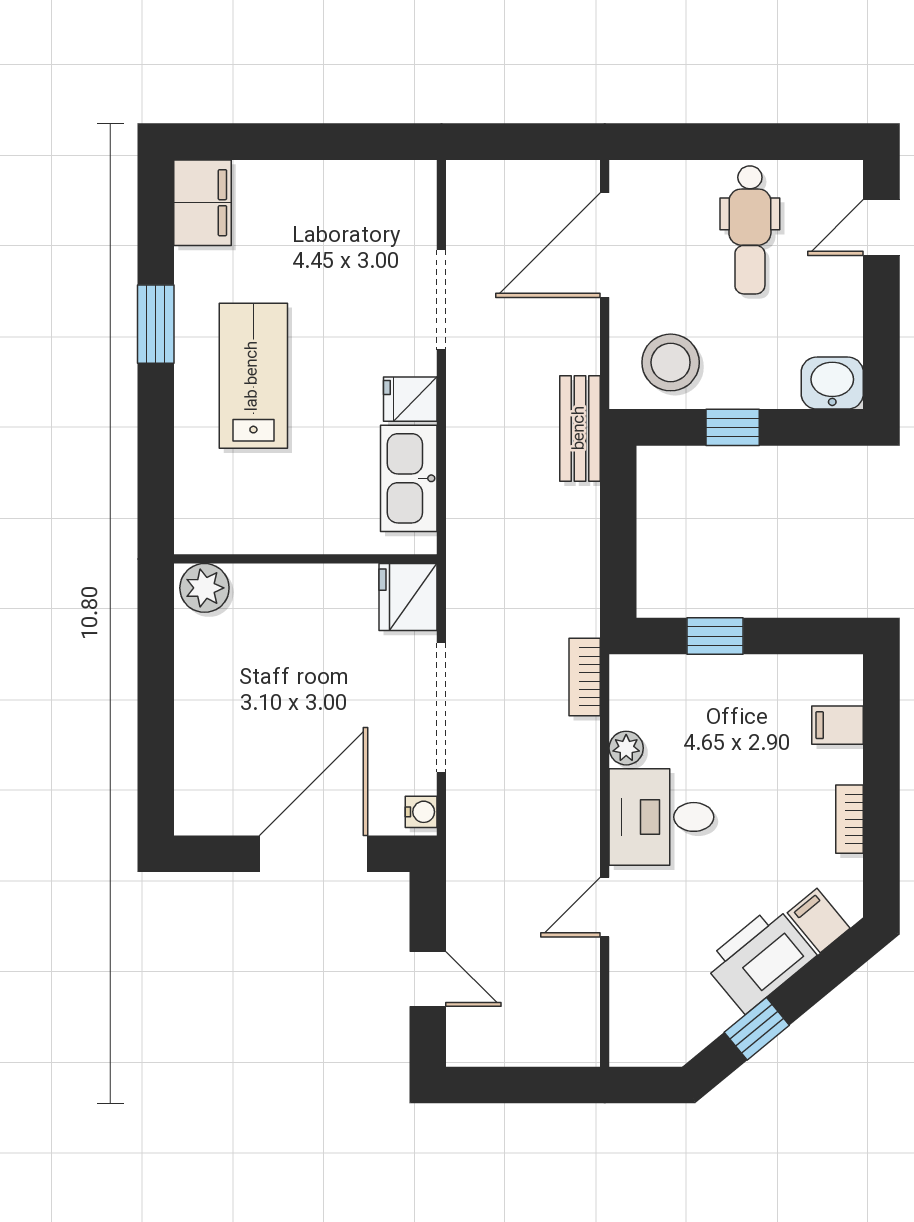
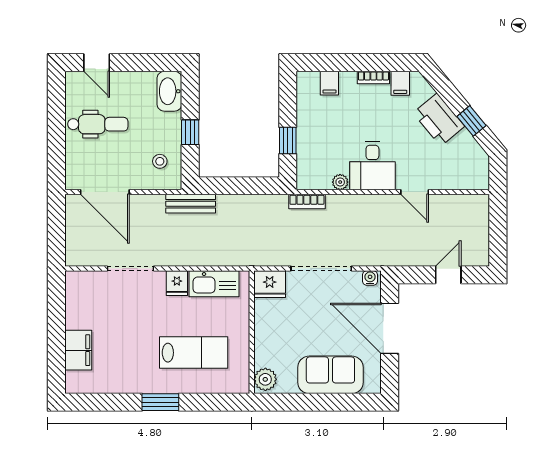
filing cabinet: (202, 203) -> (78, 350), moved, turned 90
window: (156, 324) -> (160, 402), moved
stool: (671, 362) -> (160, 161), width x0.53, depth x0.53
lab bench: (253, 376) -> (194, 353), moved, turned 180
washbasin: (832, 383) -> (169, 91), width x1.38
sofa: (214, 727) -> (330, 375), added
filing cabinet: (819, 920) -> (400, 83), moved, turned -50

